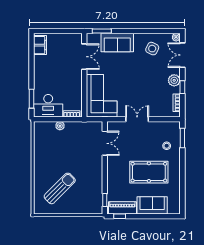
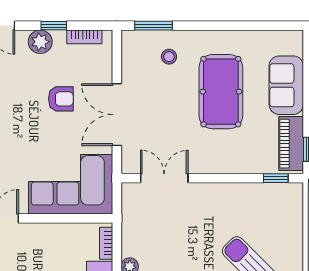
armchair: (145, 91) -> (61, 99), added
double door: (137, 119) -> (117, 115), width x1.37

